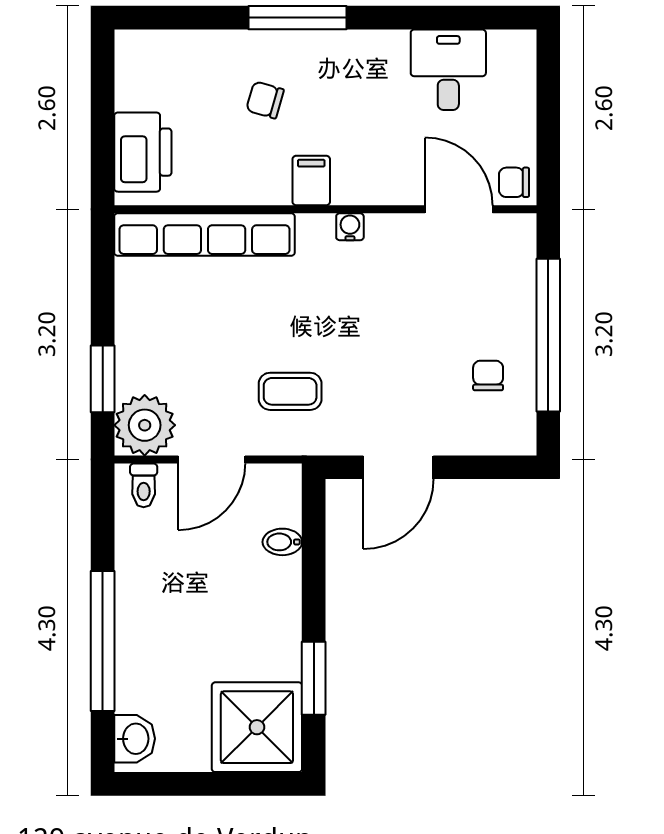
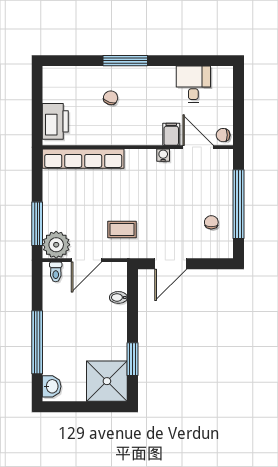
chair: (265, 100) -> (111, 98), turned 93
filing cabinet: (311, 181) -> (171, 134), moved
water cooler: (350, 227) -> (163, 155), moved
window: (103, 379) -> (37, 224), width x1.44

